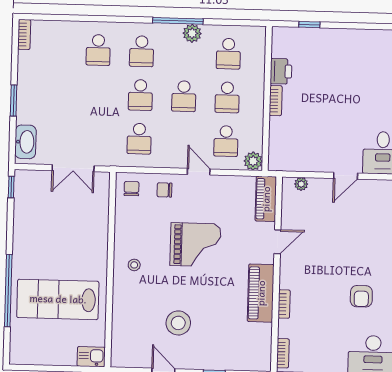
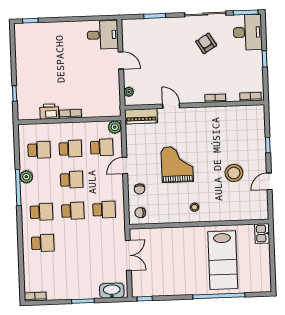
piano: (261, 293) -> (209, 116), removed
armchair: (361, 296) -> (206, 43), turned -121

